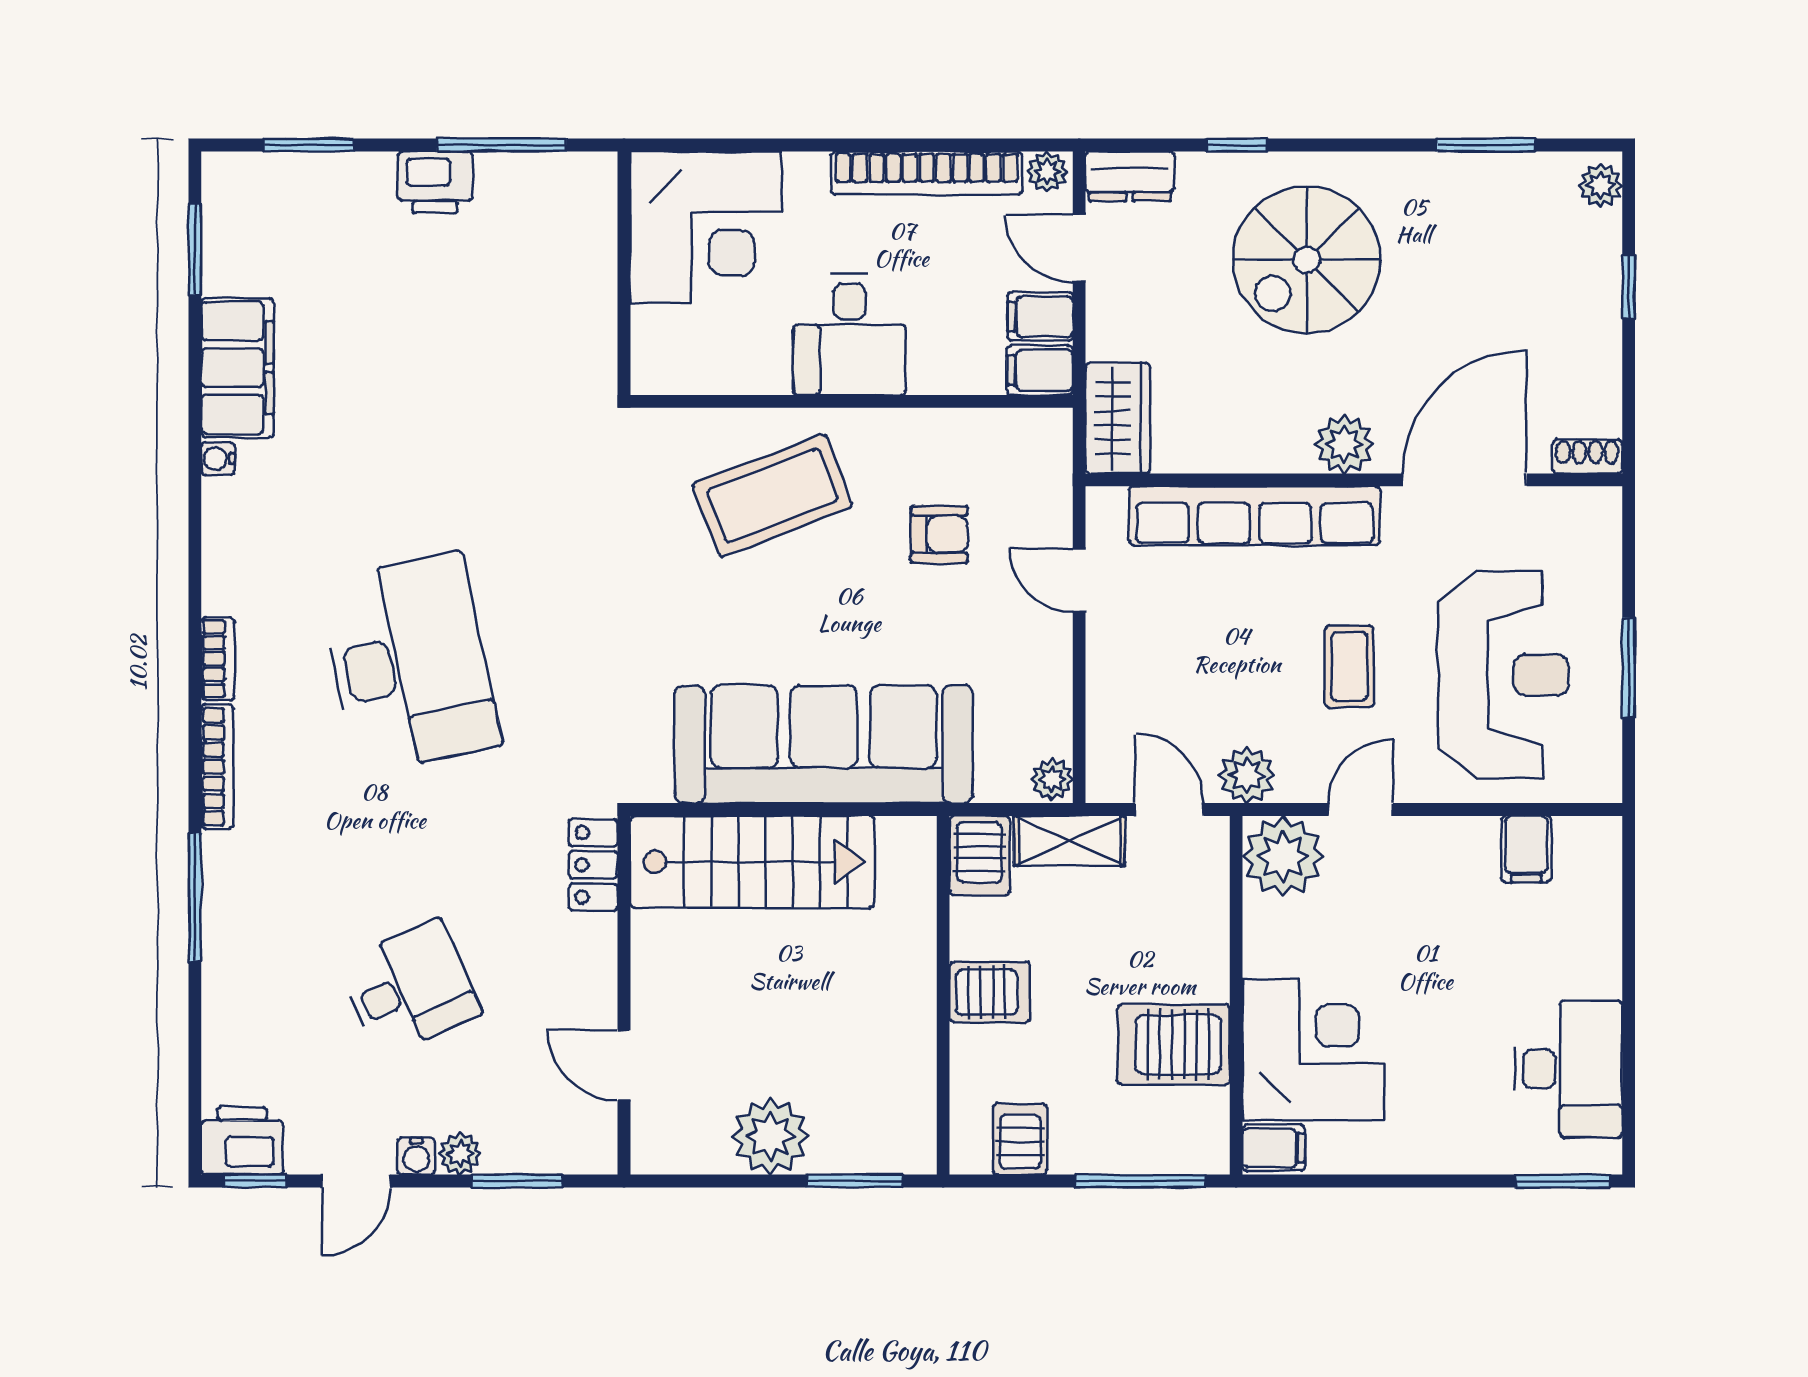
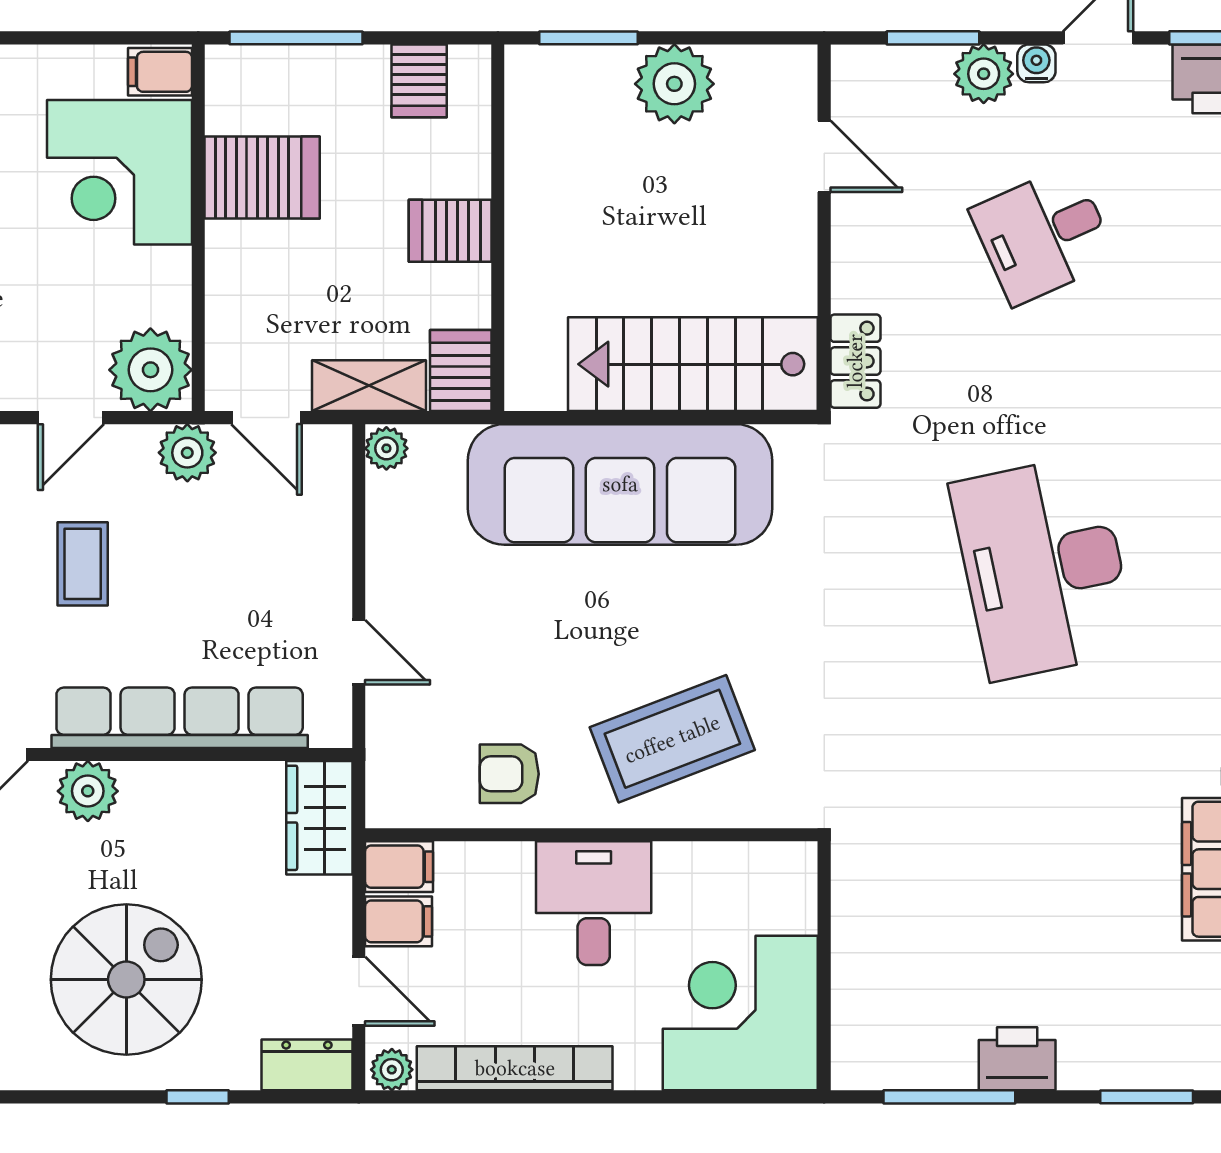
armchair: (939, 534) -> (509, 774), moved
plant: (460, 1154) -> (984, 74), width x1.38, depth x1.38

